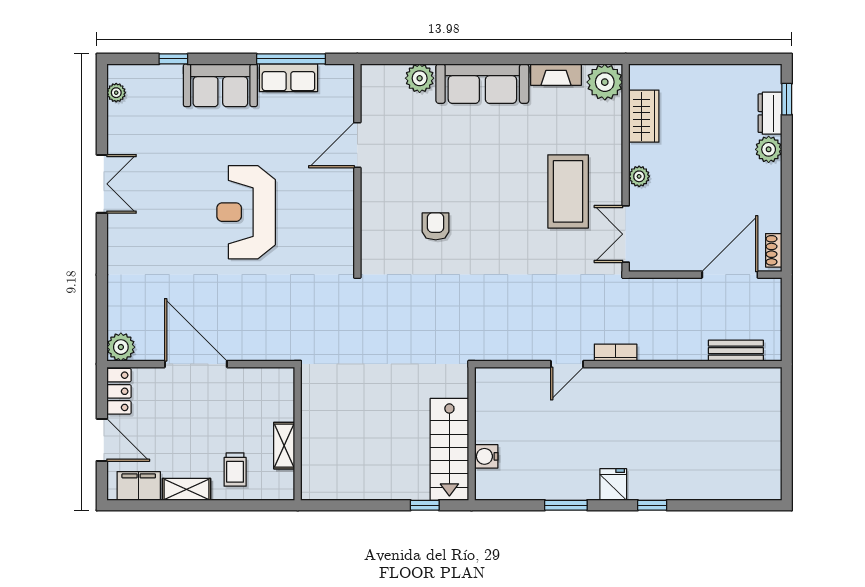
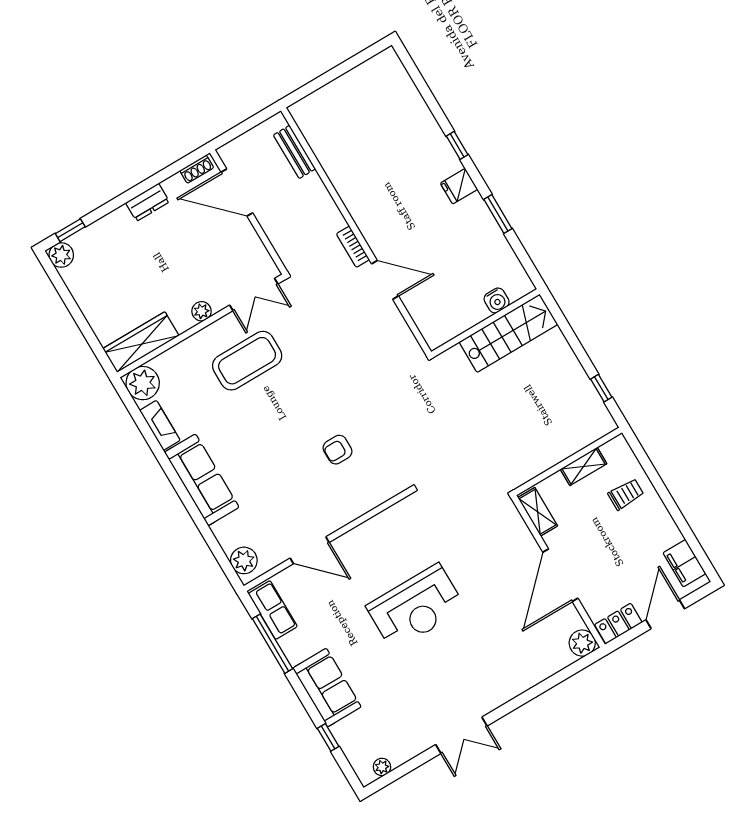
row of seats: (288, 78) -> (273, 610), moved
plant: (420, 78) -> (244, 560), moved
dresser: (770, 113) -> (148, 202), moved
wardrobe: (644, 116) -> (141, 342), width x1.50
plant: (769, 149) -> (61, 255), moved
double door: (102, 184) -> (461, 735), swing flipped
door: (567, 364) -> (385, 280), width x1.37
shelving: (186, 489) -> (538, 512), moved
window: (425, 505) -> (601, 388), moved

